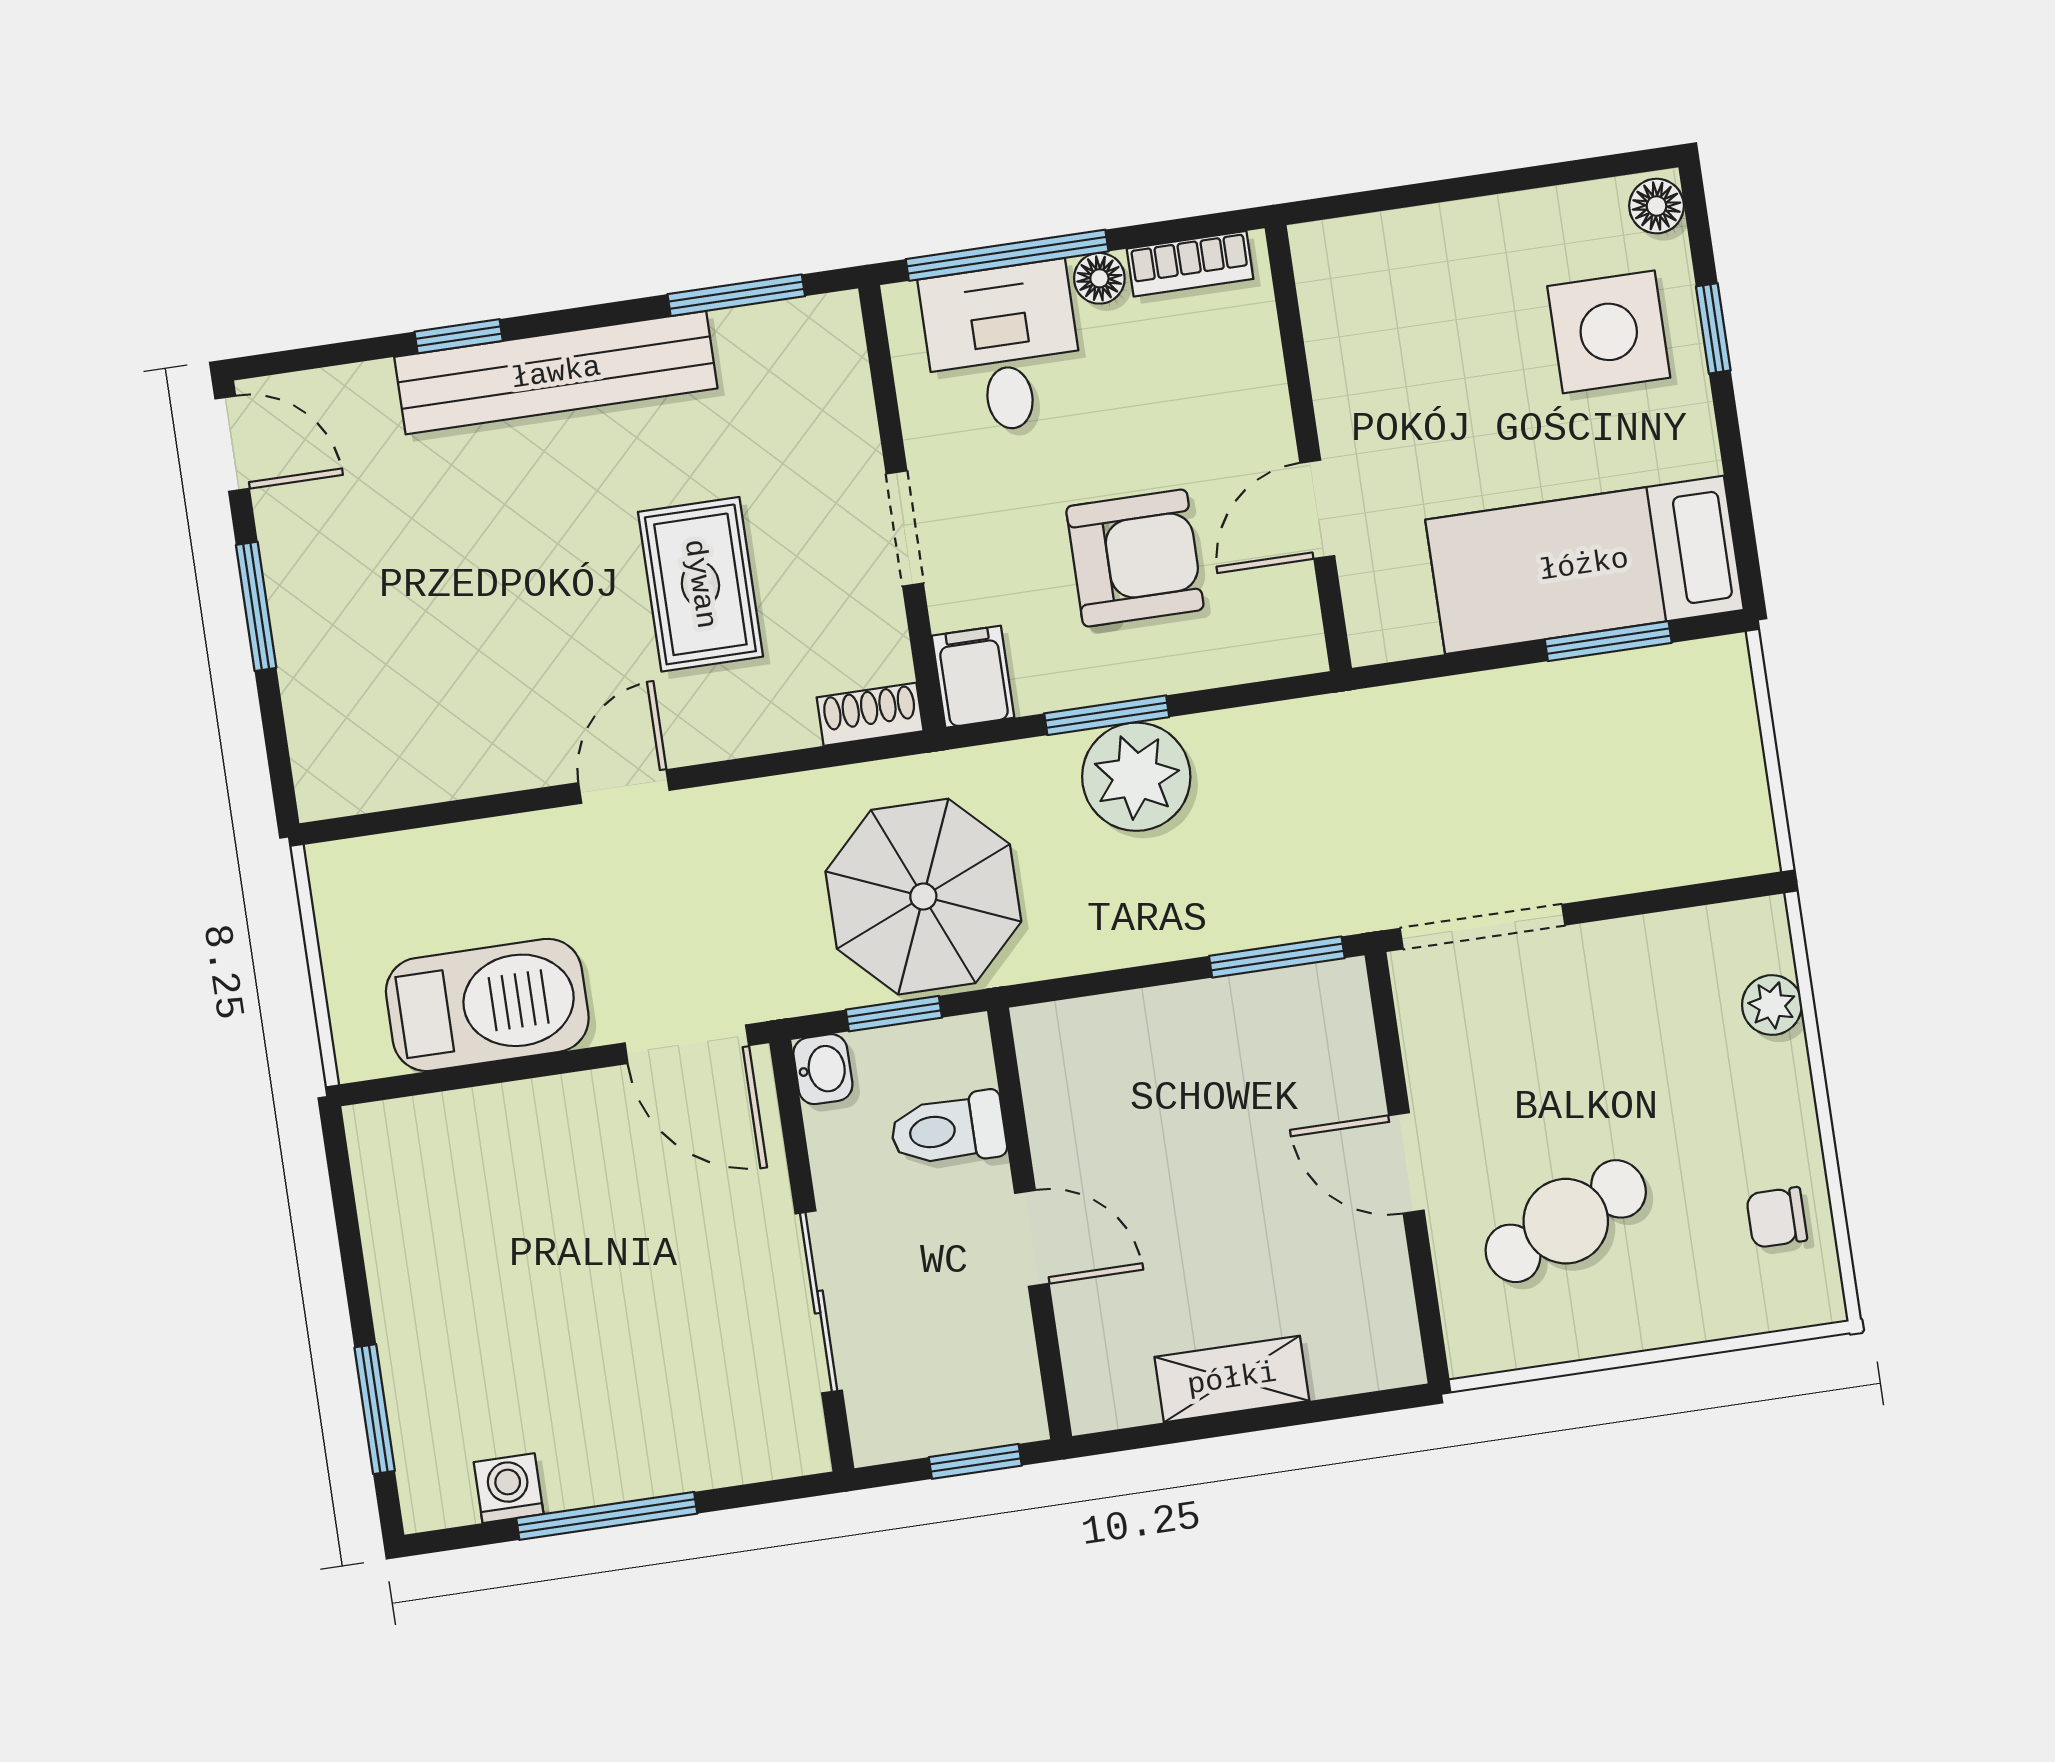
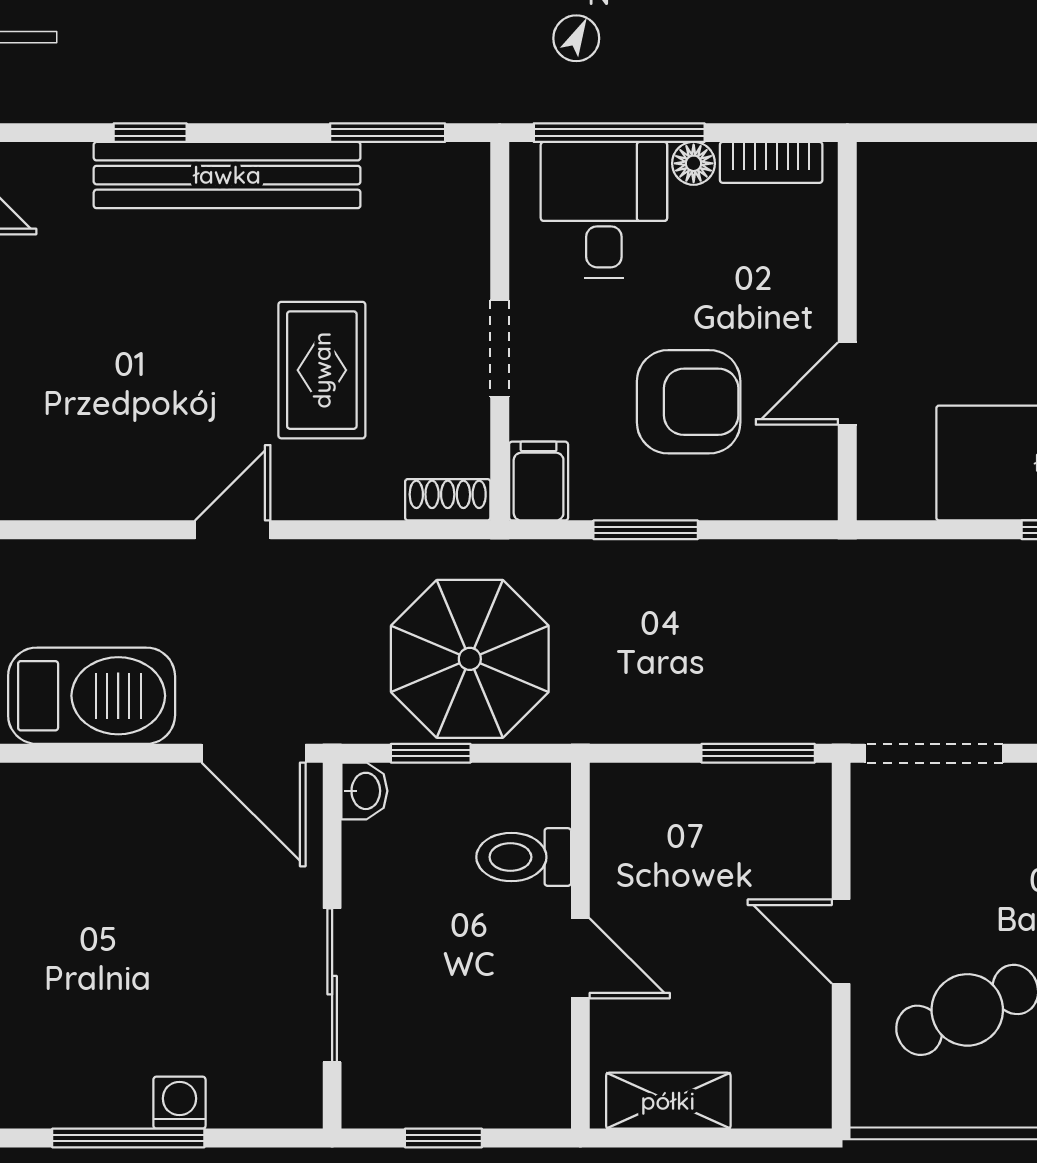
plant: (1136, 777) -> (663, 585), removed
toilet: (948, 1130) -> (524, 857), moved
wall: (1030, 1224) -> (580, 946), moved
door: (1032, 1238) -> (580, 958), moved
washing machine: (509, 1488) -> (179, 1103), moved

